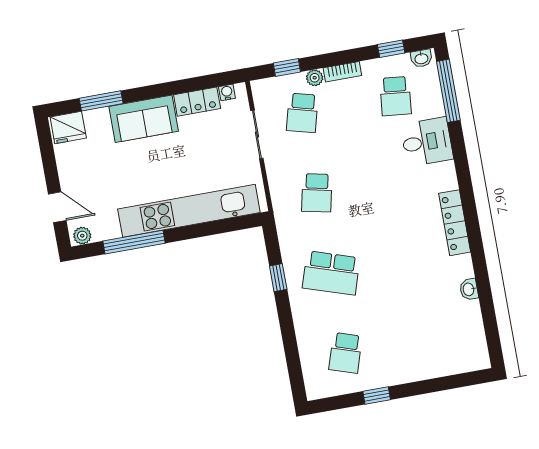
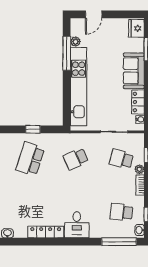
desk: (427, 142) -> (77, 225), moved
school desk: (317, 193) -> (76, 159), turned -36
plant: (82, 236) -> (75, 42), moved

